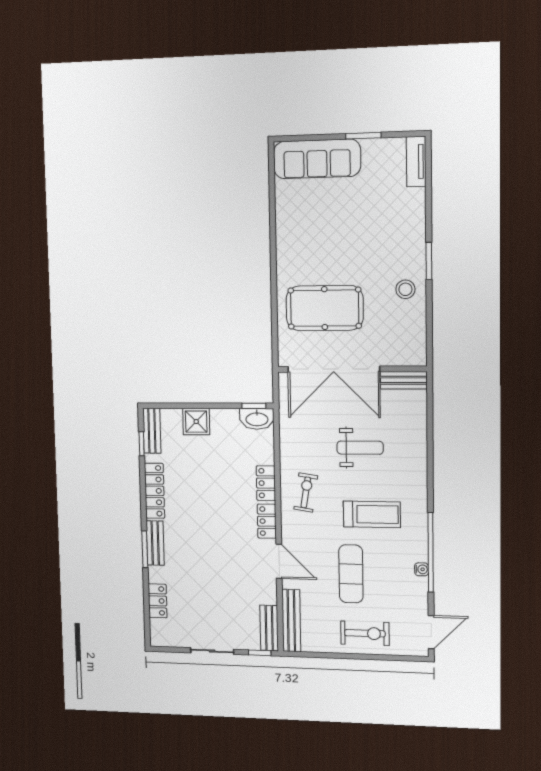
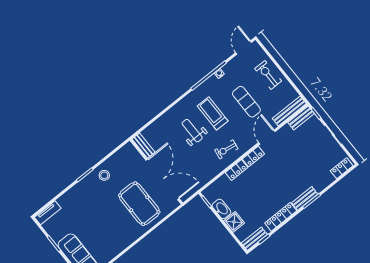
washbasin: (257, 419) -> (221, 209), moved
weight bench: (360, 448) -> (192, 131), moved
exercise mat: (351, 574) -> (246, 102), turned 90
locker: (158, 601) -> (342, 168), moved
door: (431, 632) -> (244, 48), hinge flipped

